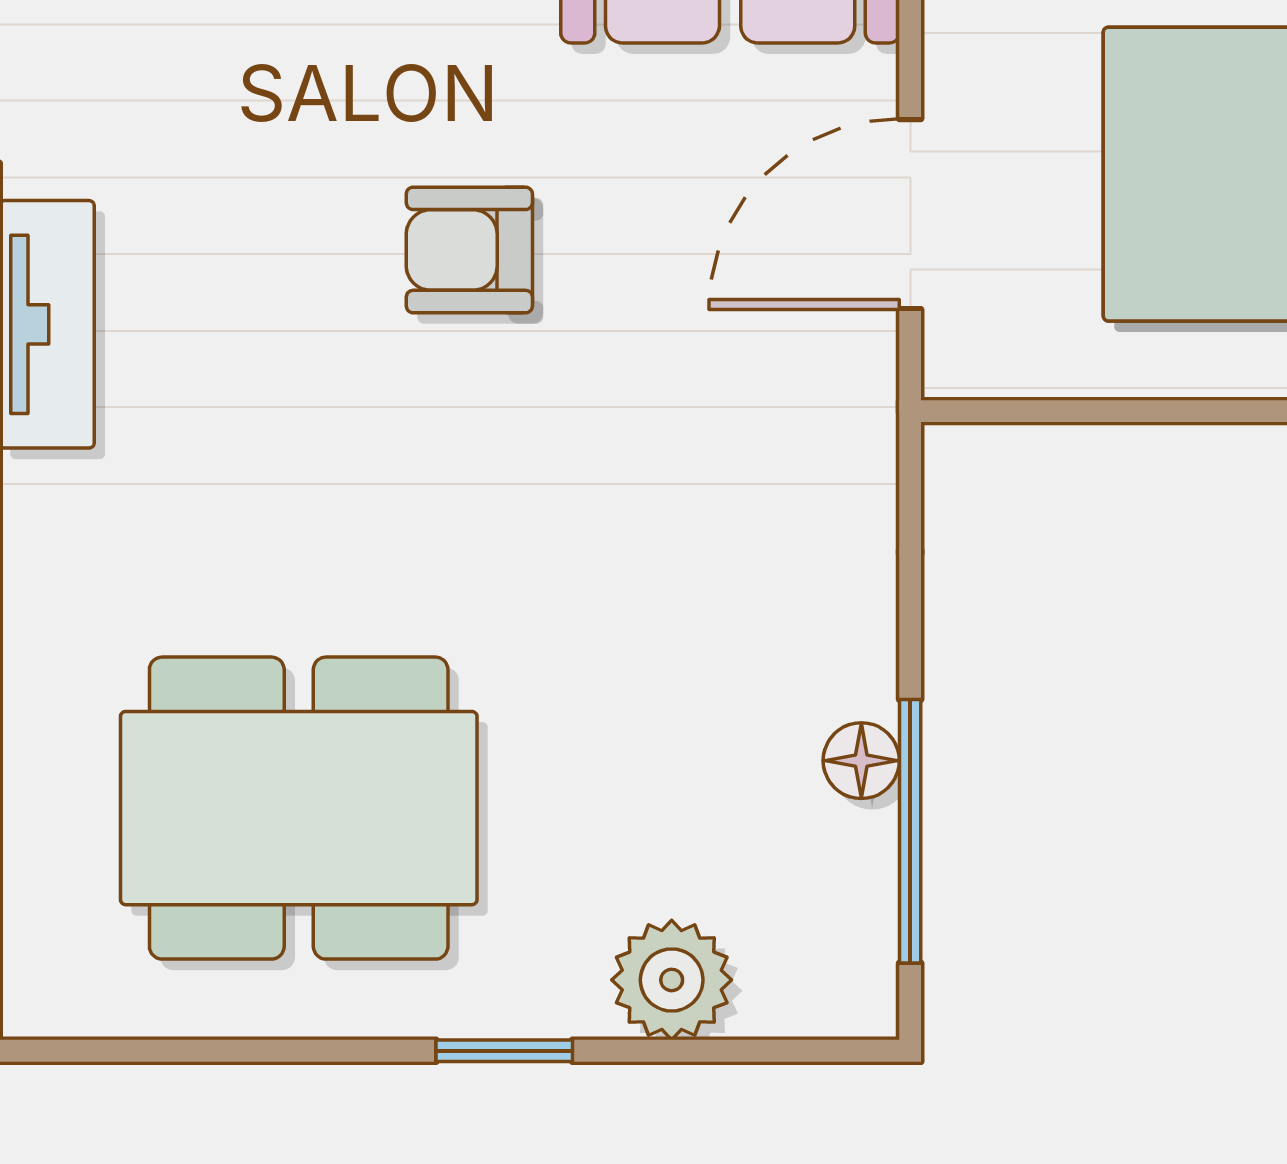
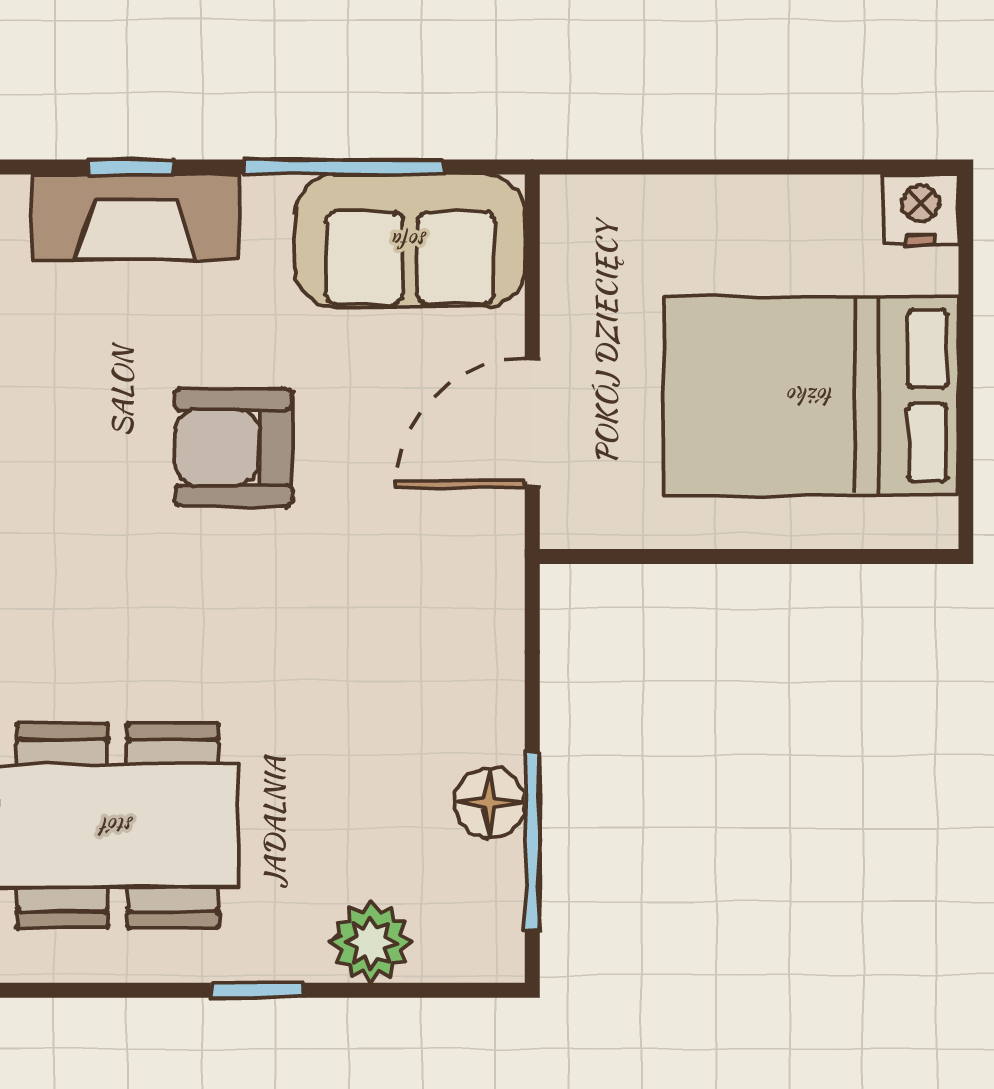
armchair: (469, 250) -> (233, 447), width x1.38, depth x1.38
floor lamp: (861, 761) -> (490, 803), width x1.37, depth x1.37

